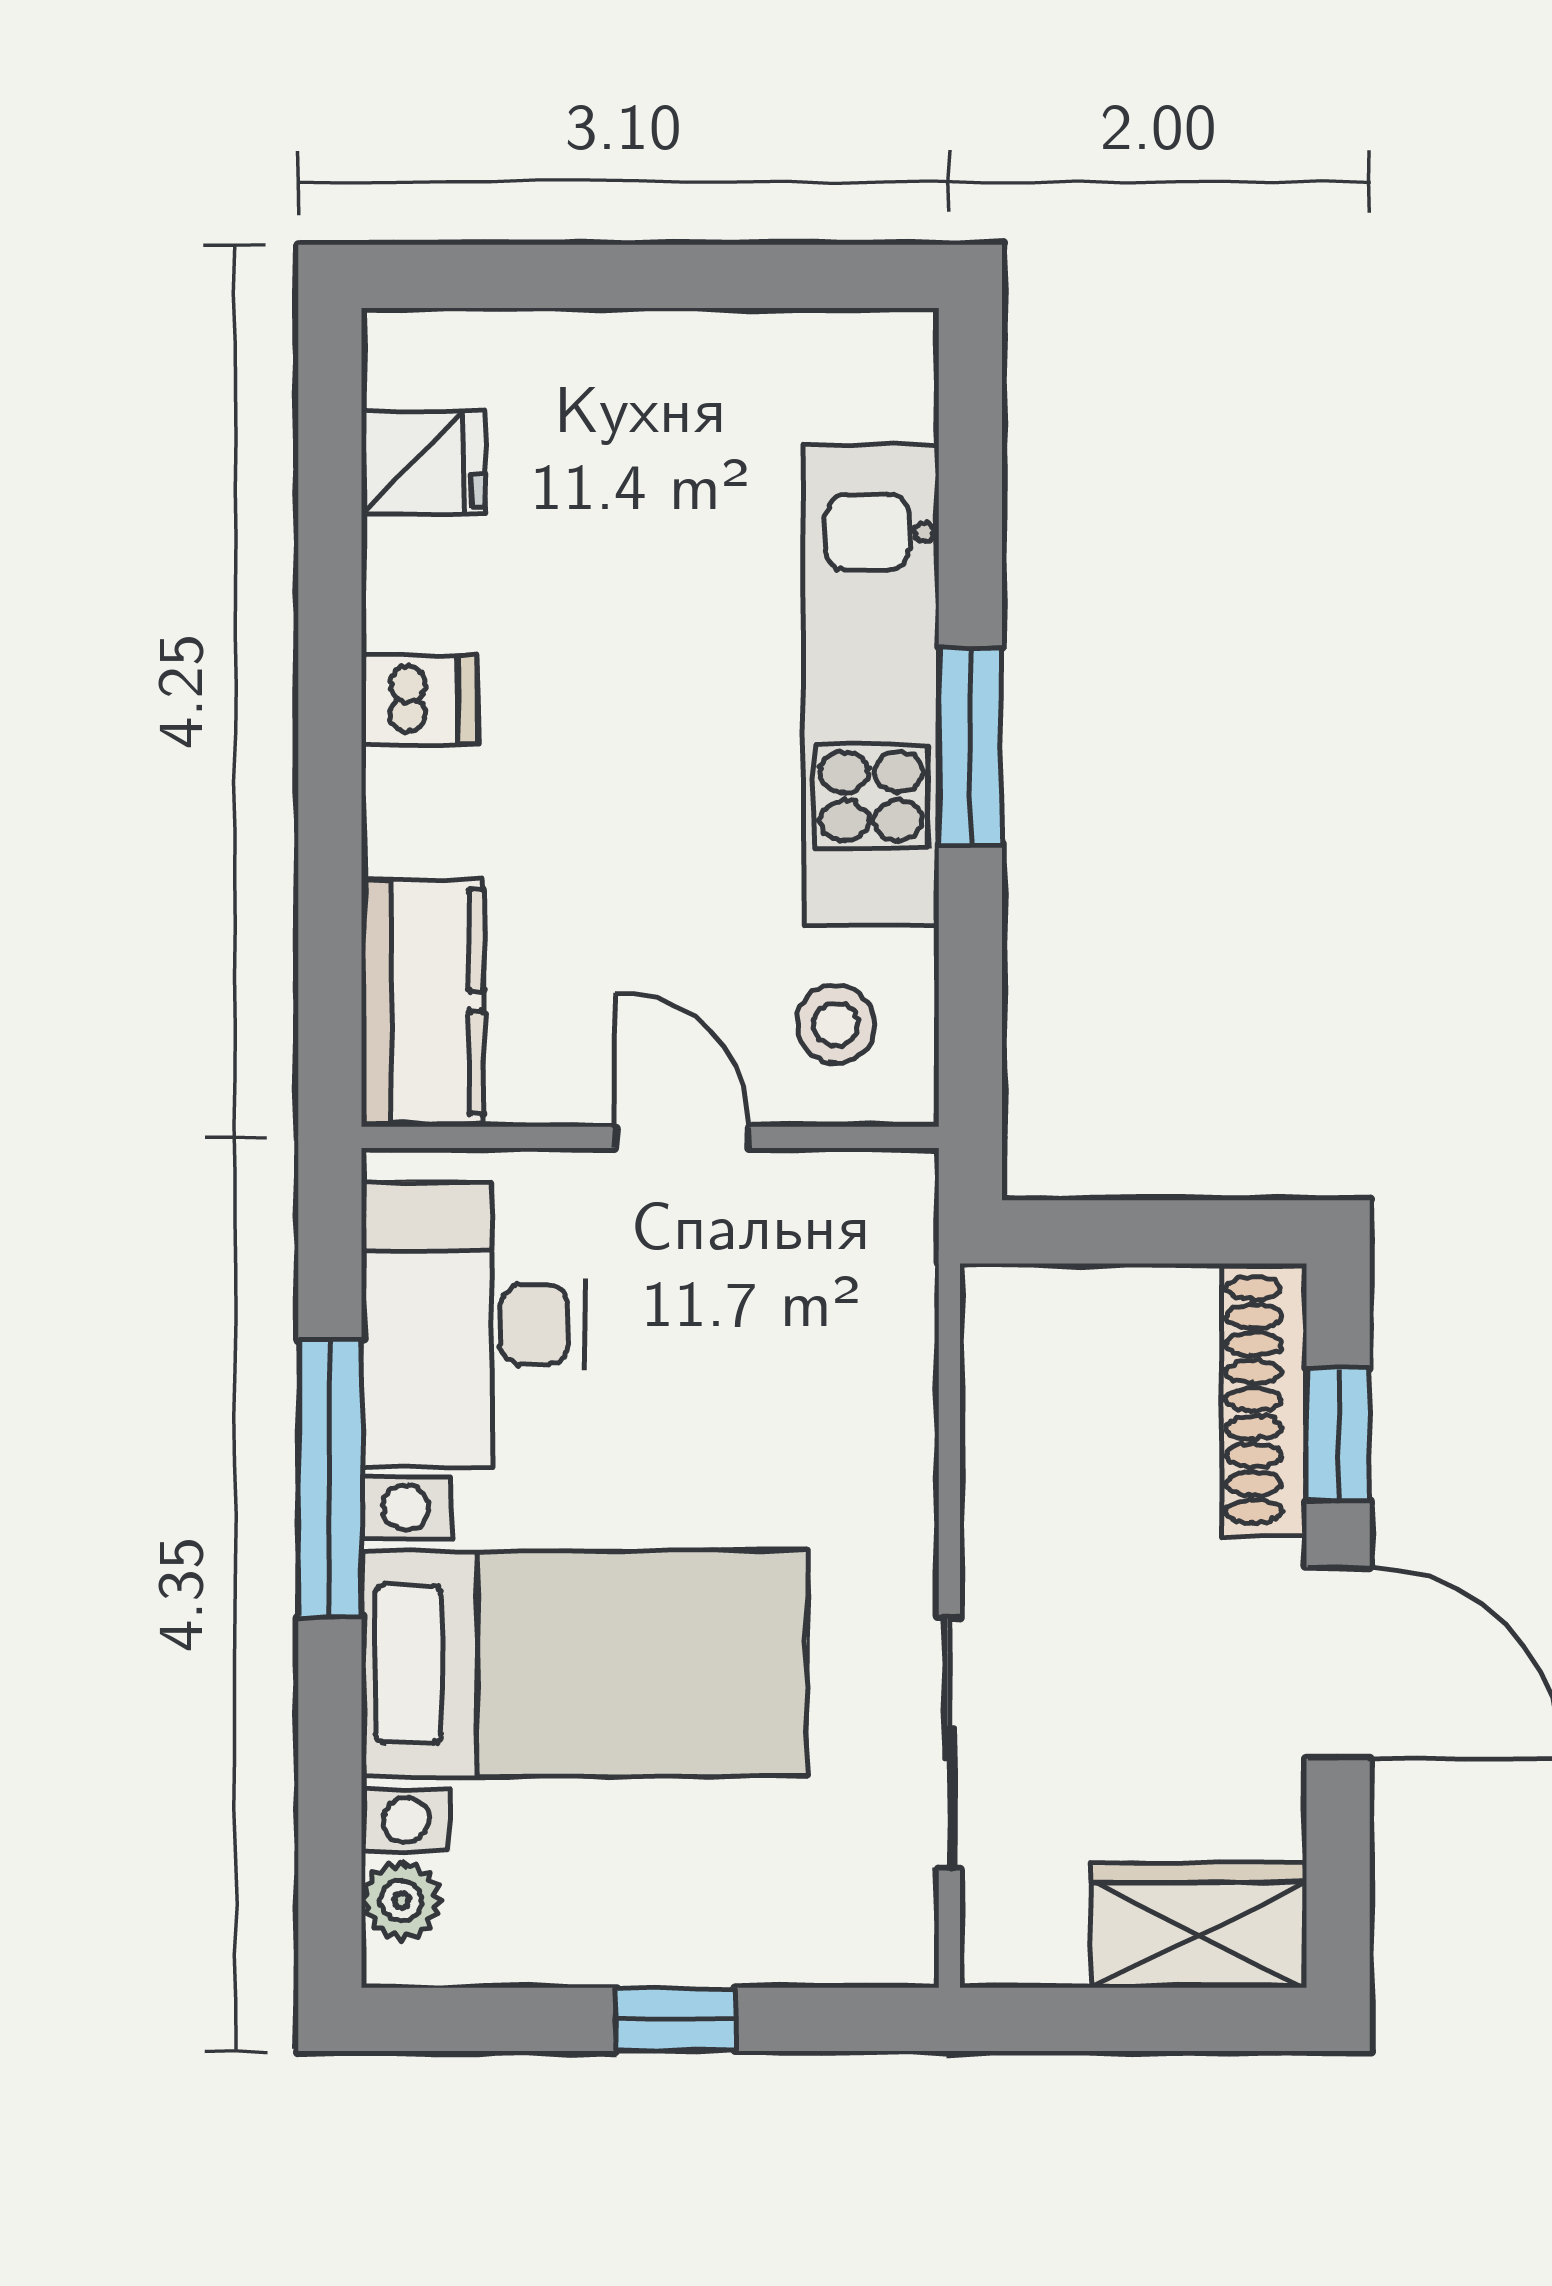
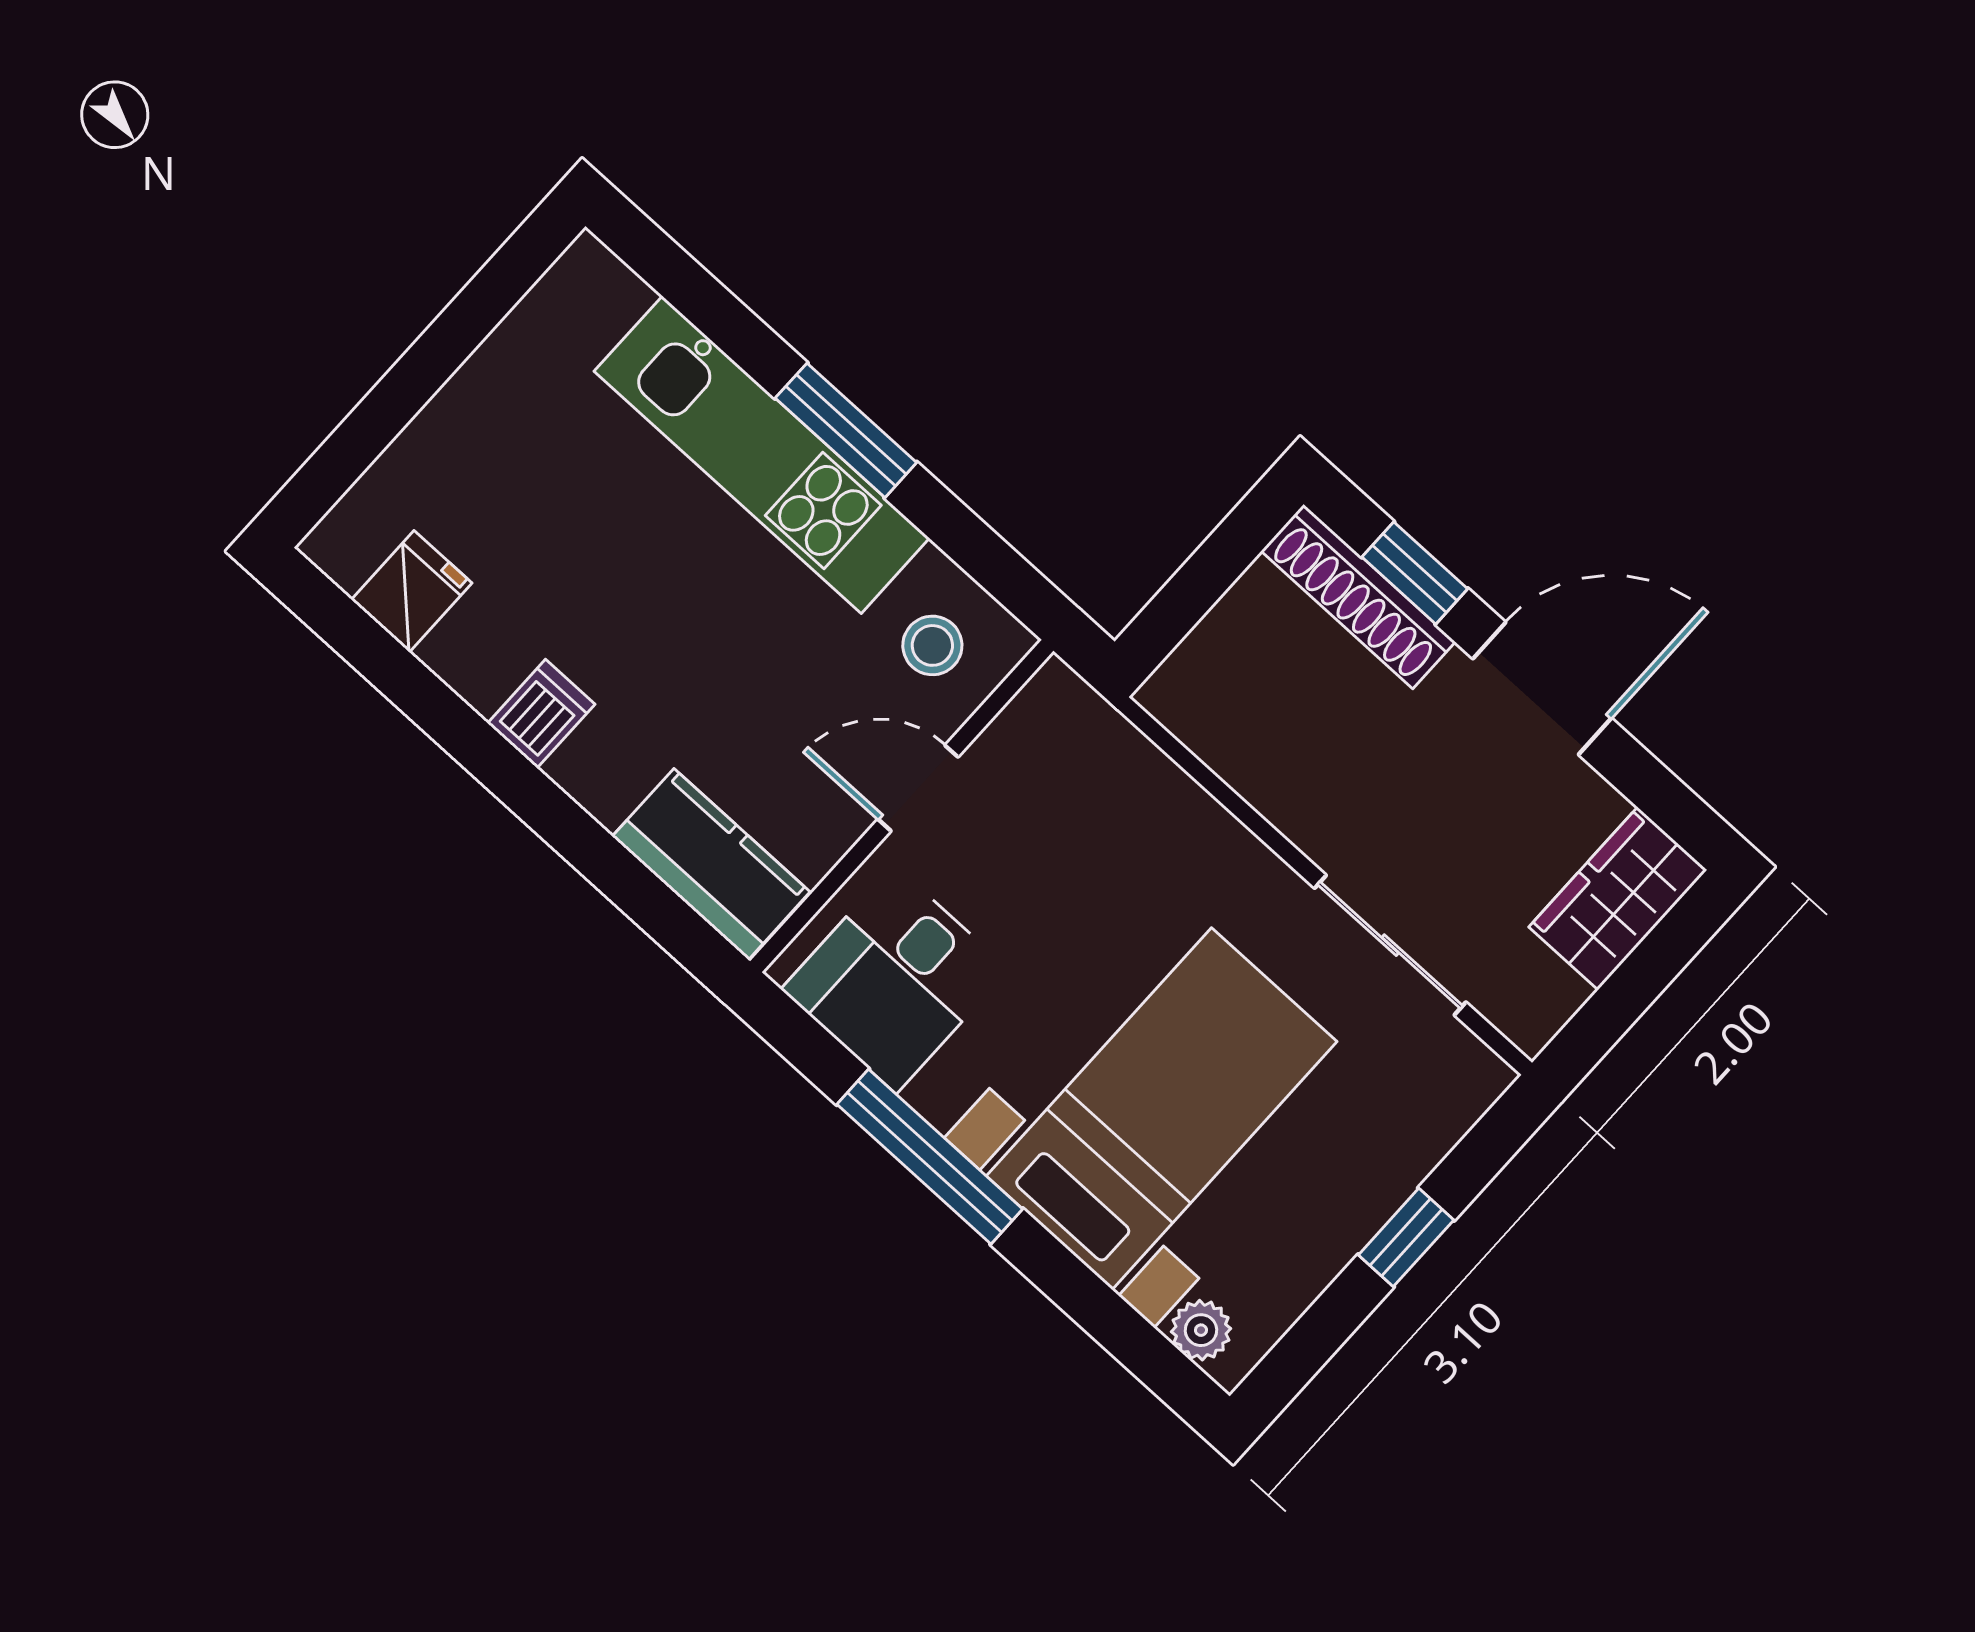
desk: (474, 1324) -> (895, 979), width x0.73

